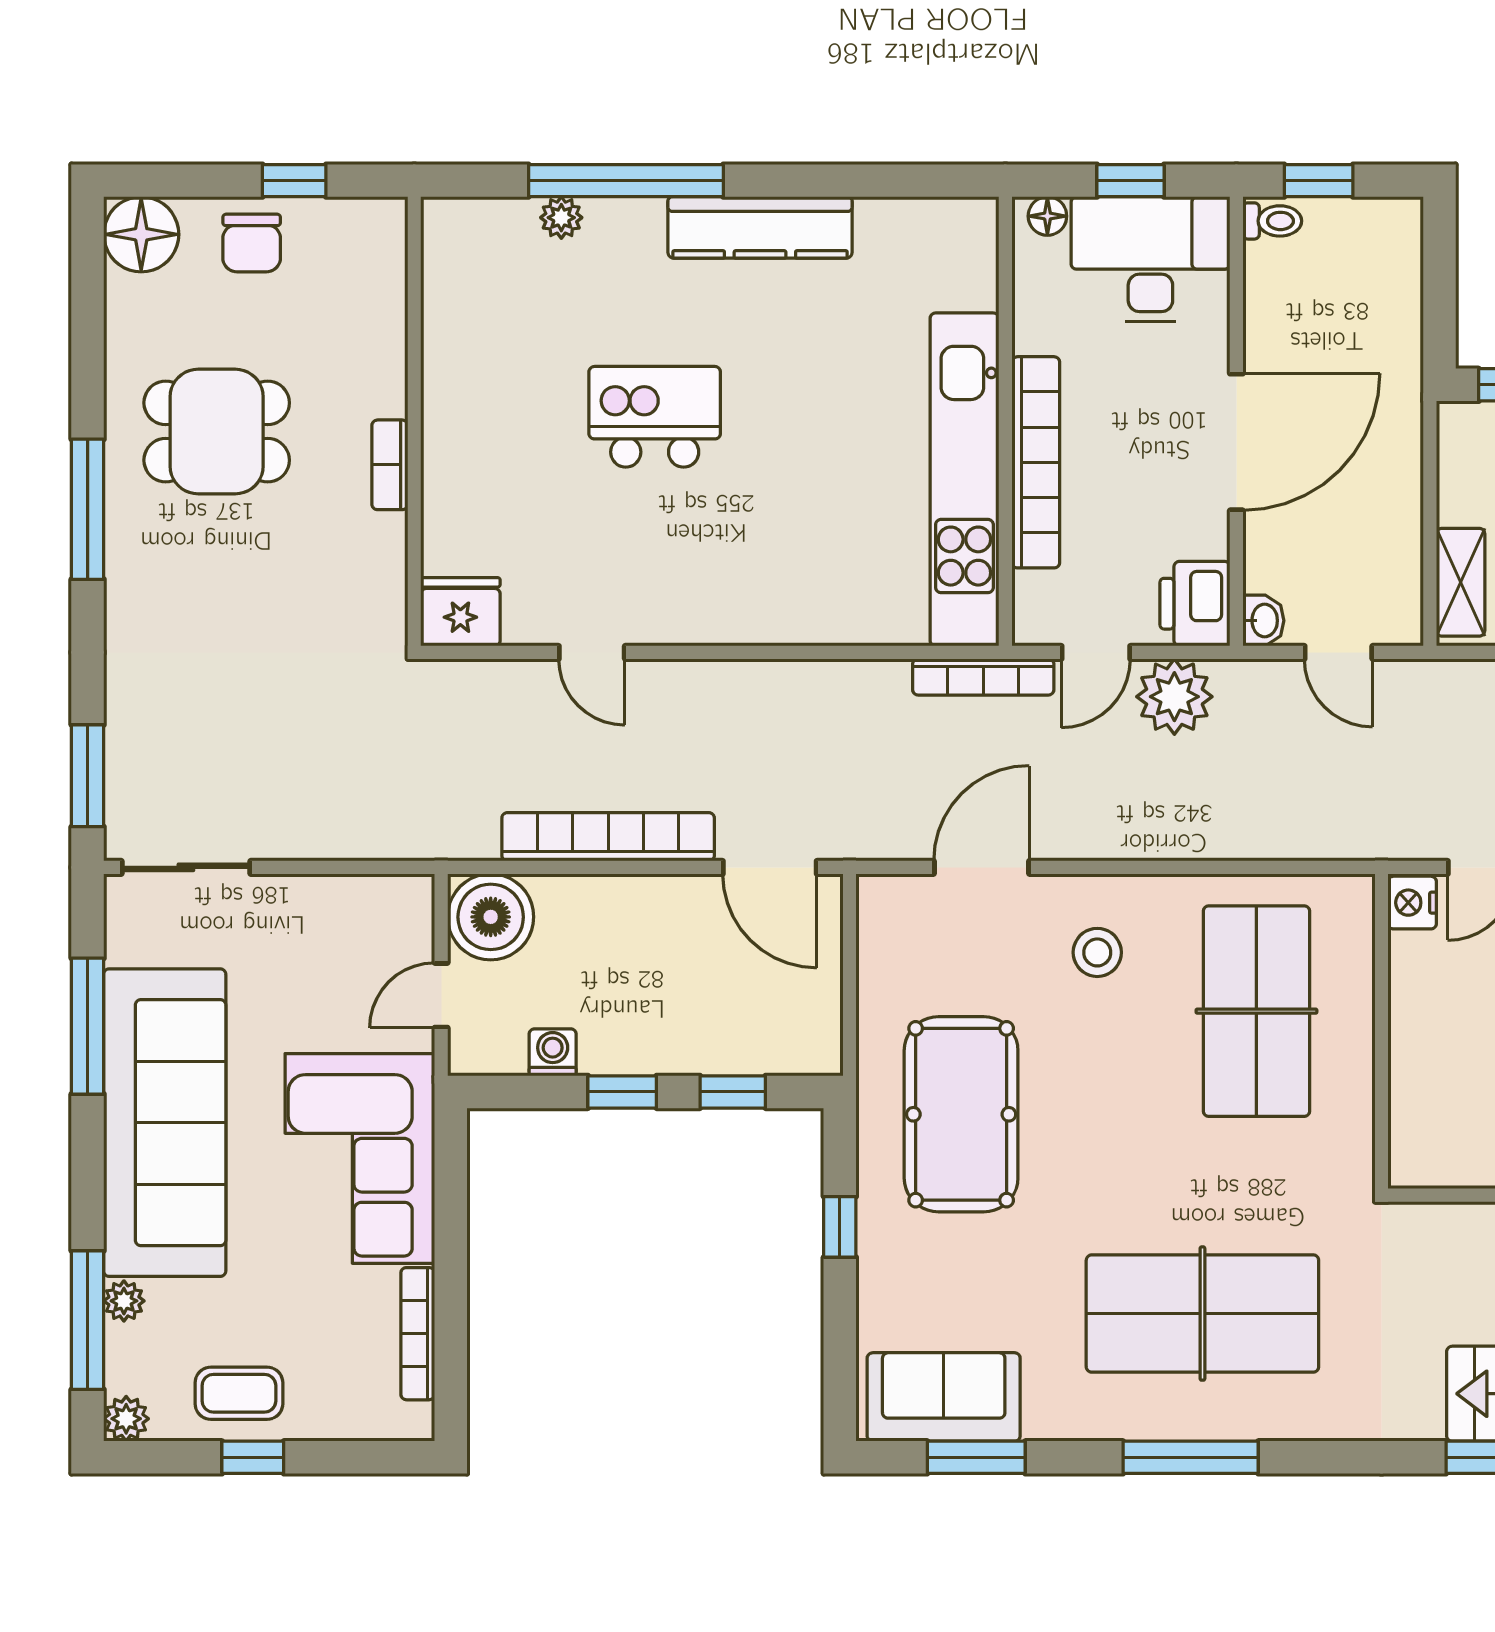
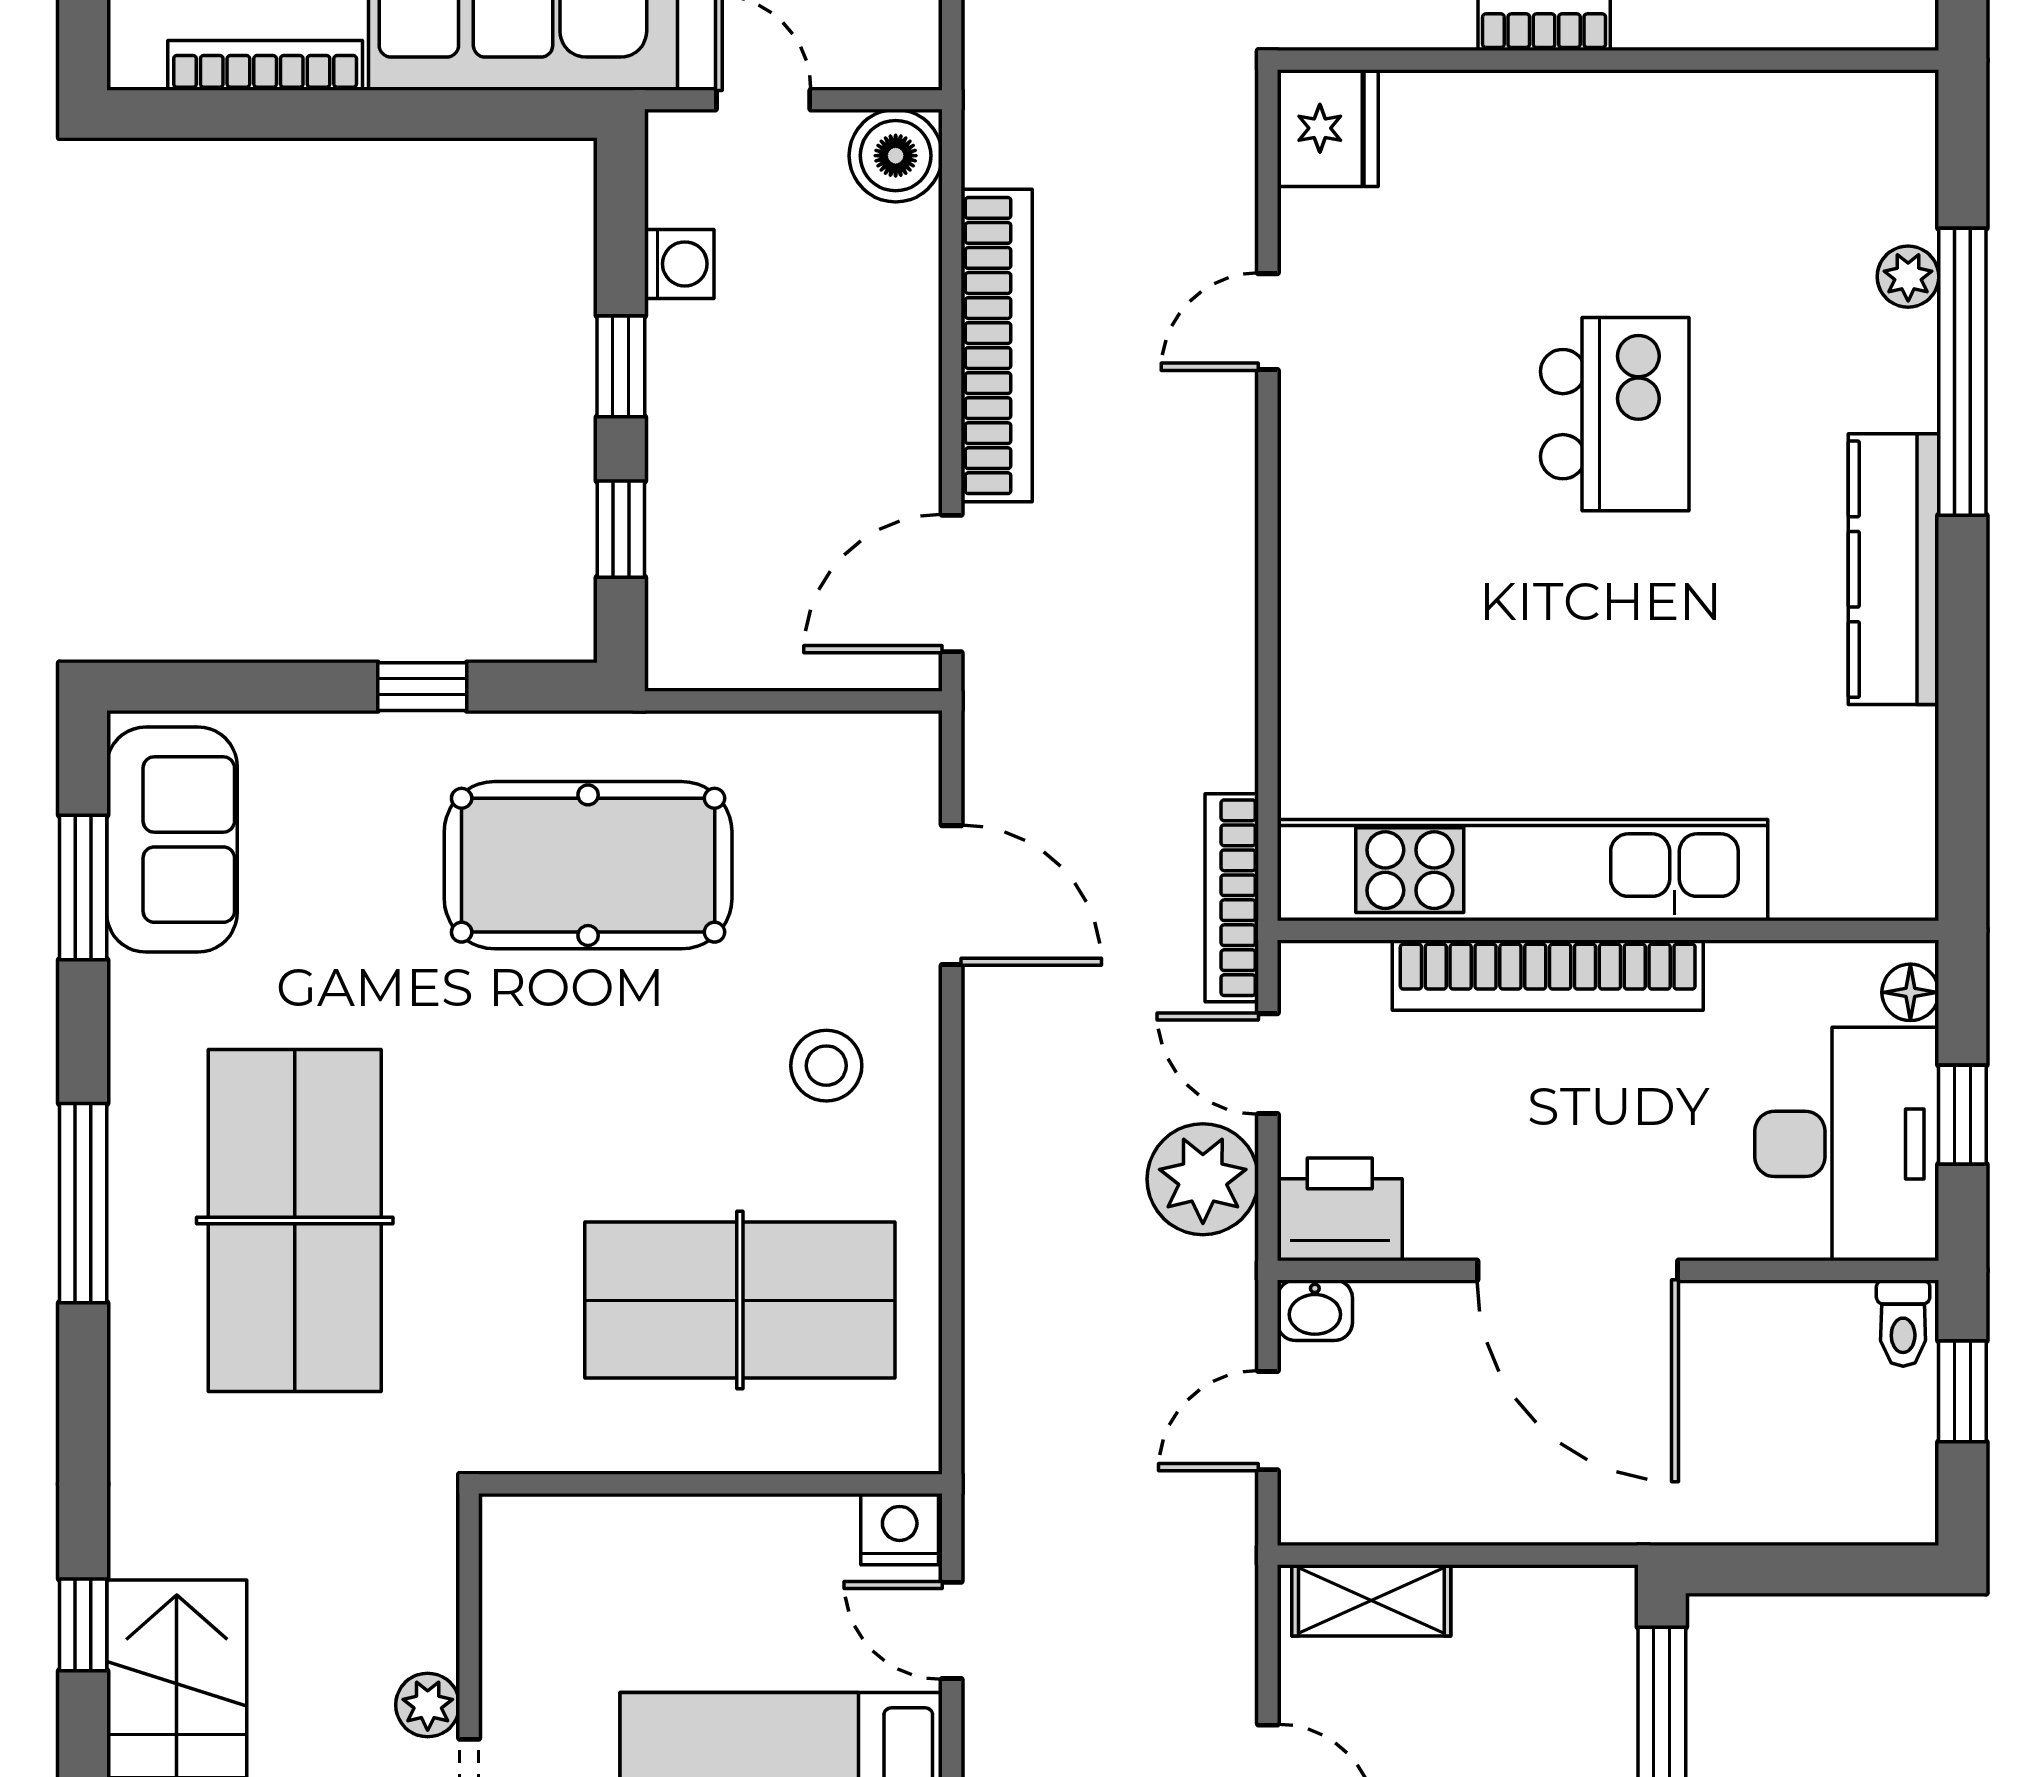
boiler: (491, 917) -> (896, 156), width x0.73, depth x0.73

